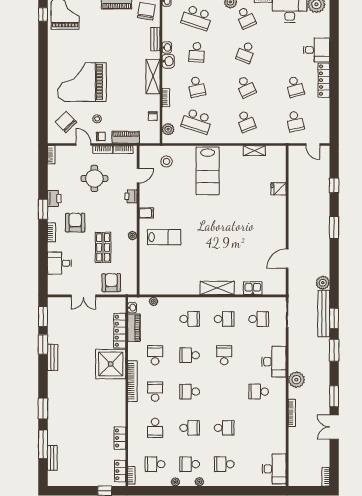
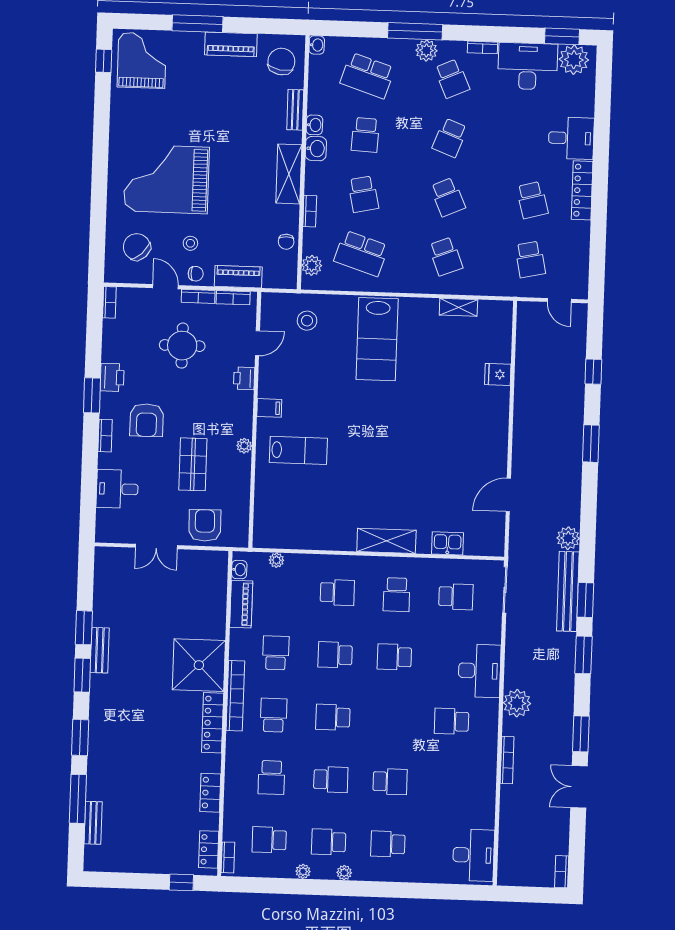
armchair: (75, 223) -> (147, 420), turned 180
window: (43, 316) -> (82, 675), moved
school desk: (224, 319) -> (397, 595), turned 90
locker: (120, 331) -> (213, 723), moved
school desk: (224, 355) -> (394, 657), turned -90

